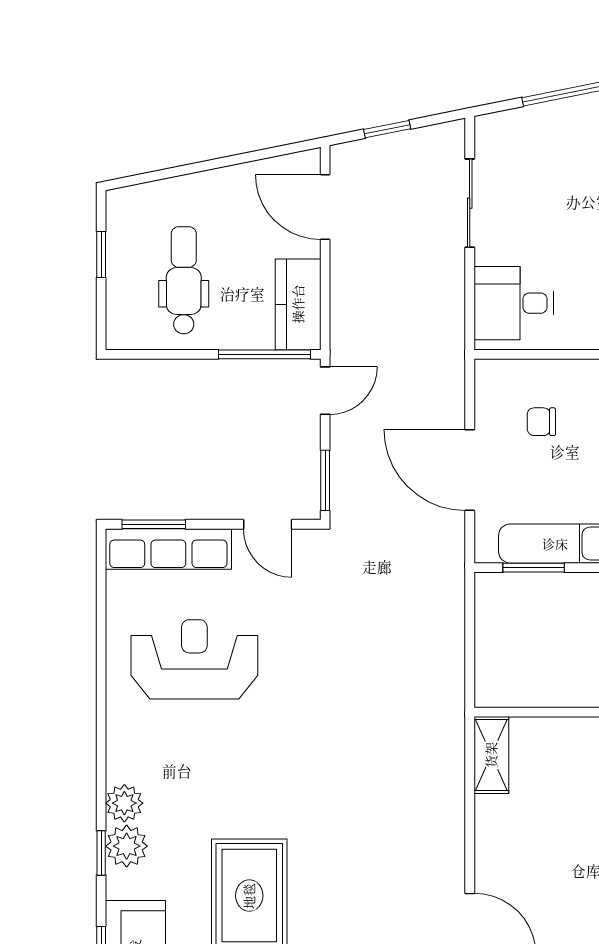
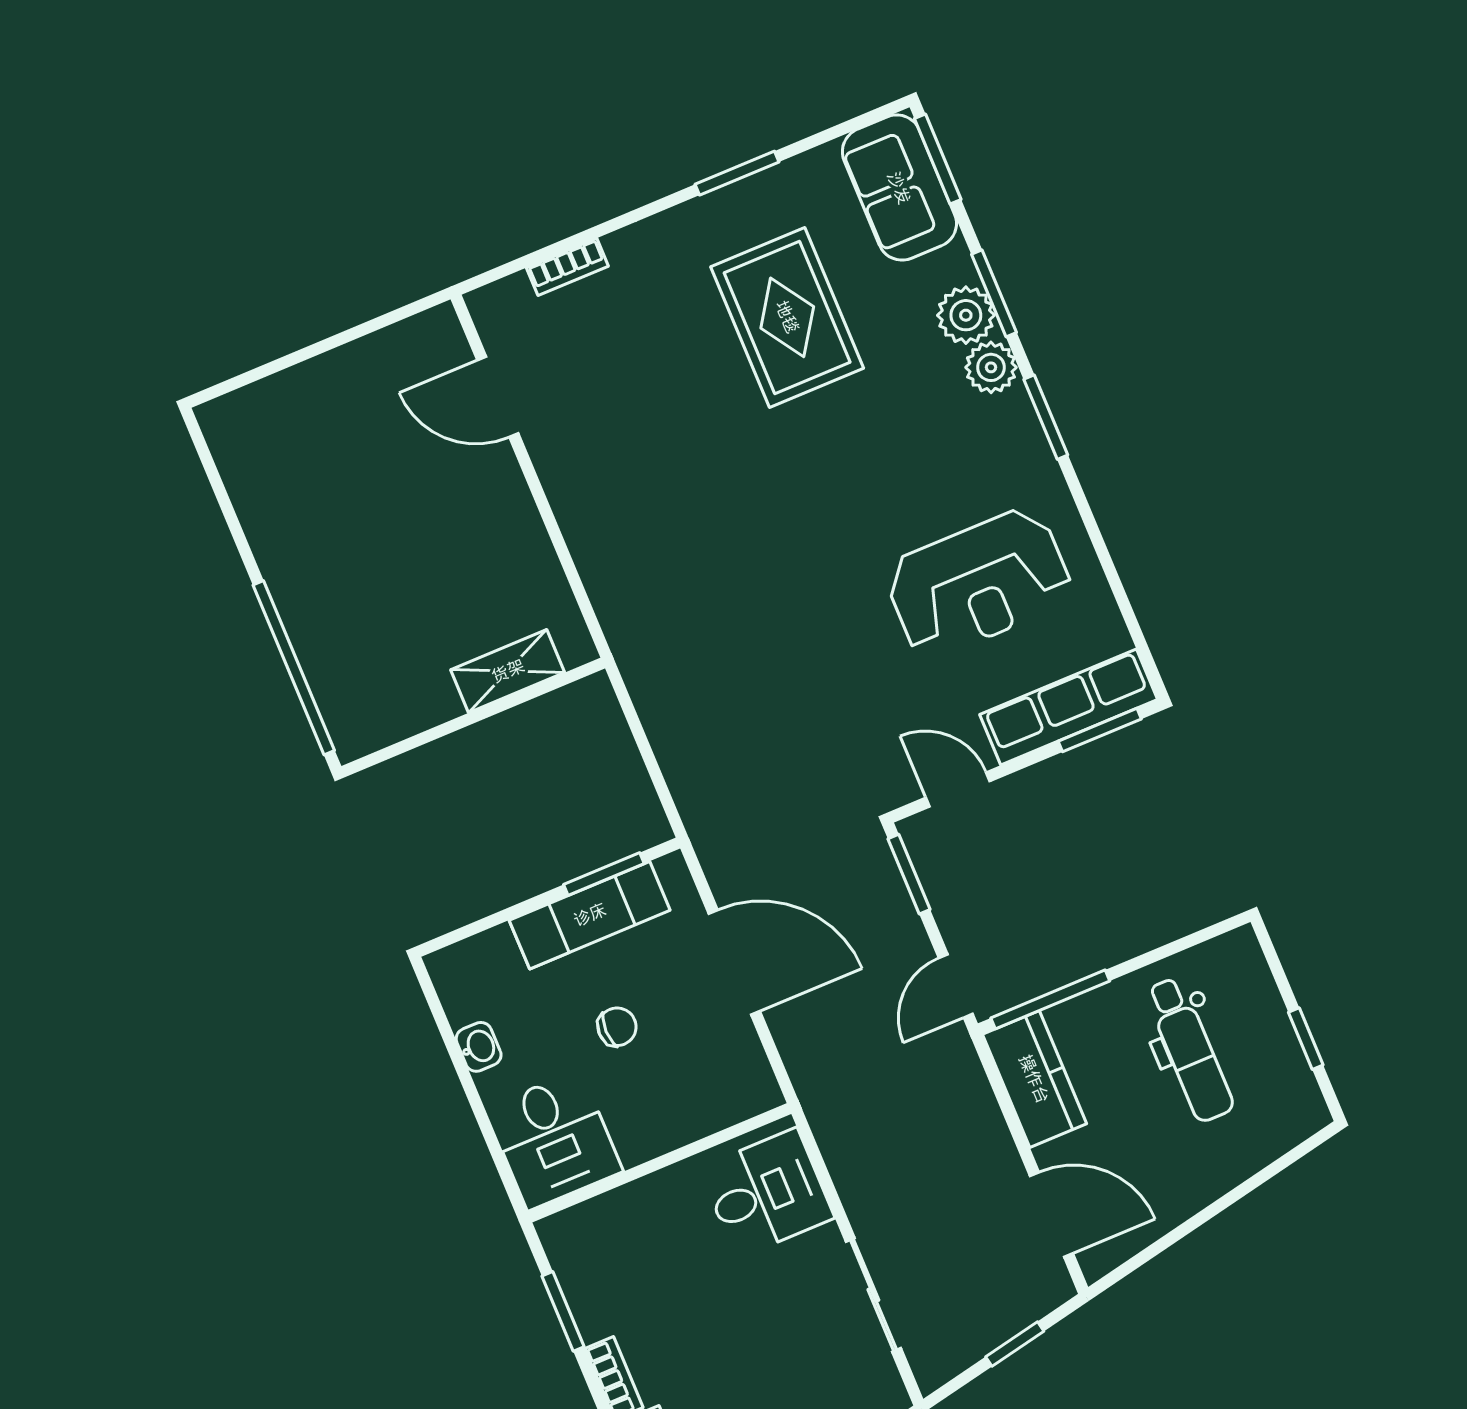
chair: (541, 422) -> (617, 1027), moved
window: (101, 754) -> (1046, 417), added
shelving: (491, 755) -> (508, 671), moved, turned 90
window: (101, 853) -> (994, 293), width x1.50

